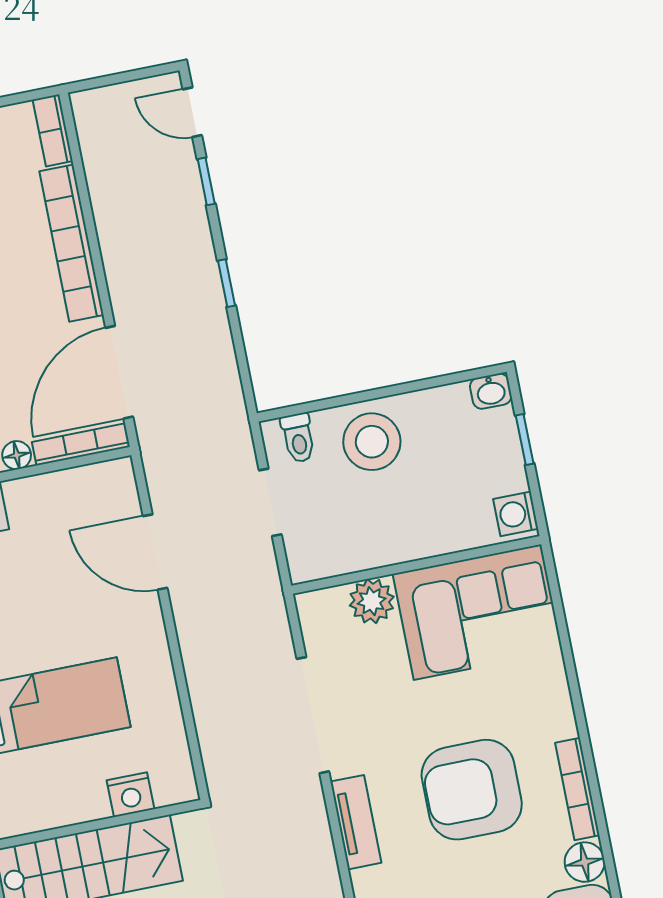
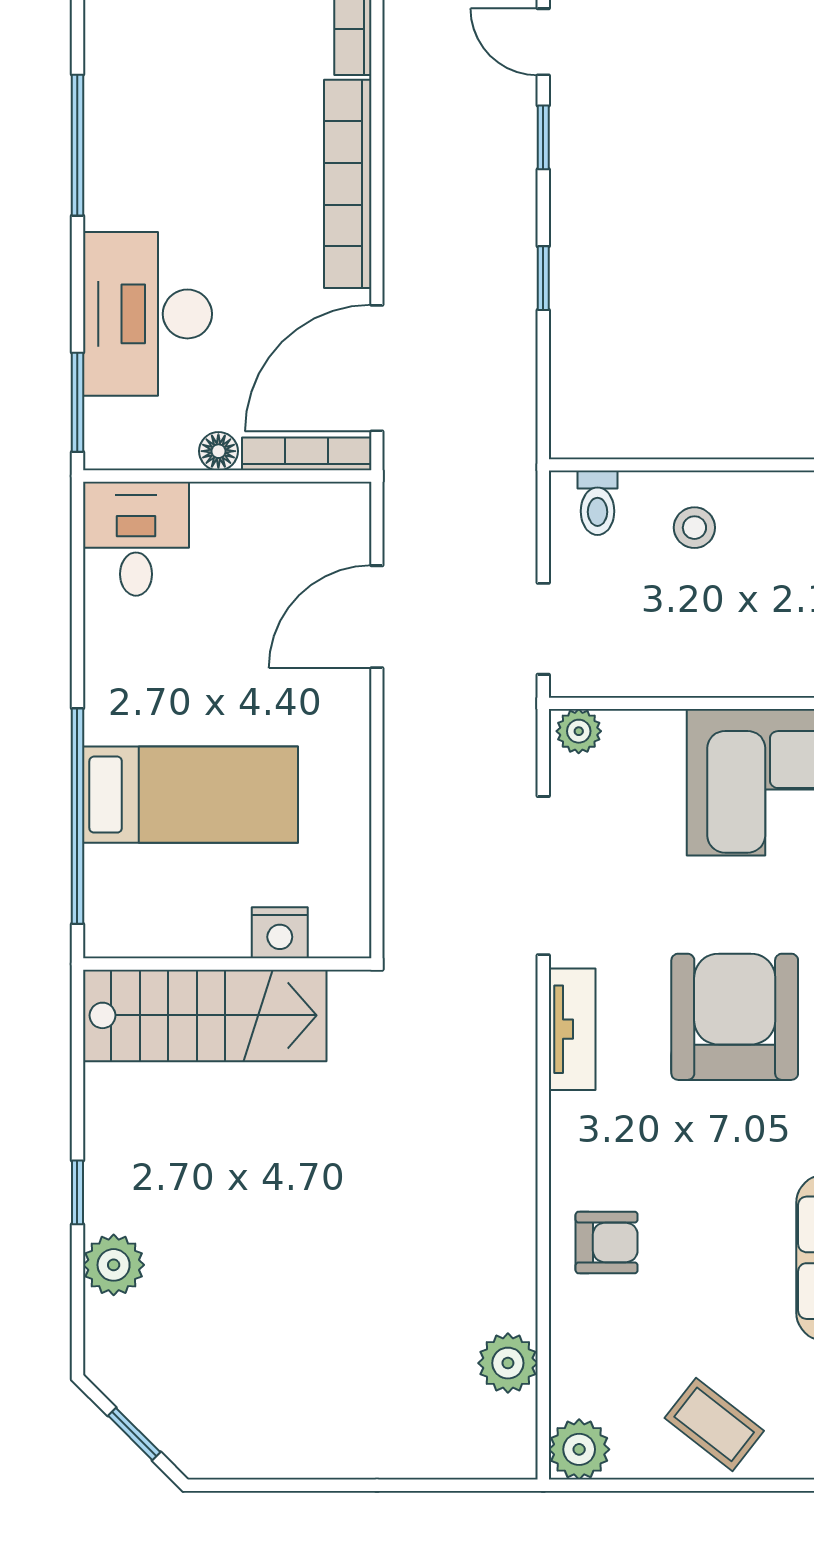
stool: (372, 442) -> (694, 528), width x0.53, depth x0.53
doorway: (270, 502) -> (543, 629), moved
door: (155, 552) -> (377, 617), hinge flipped
plant: (372, 601) -> (579, 731), moved, width x0.73, depth x0.73
armchair: (472, 790) -> (735, 1017), turned 90

